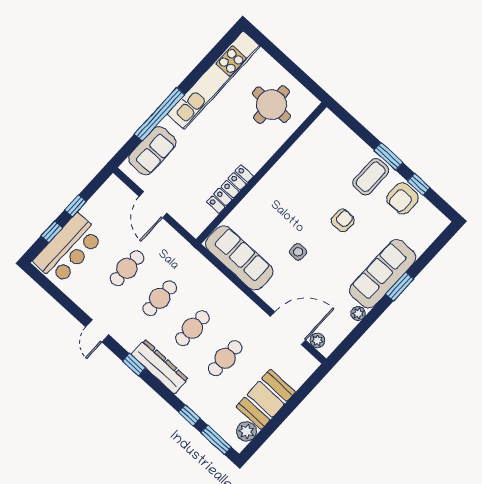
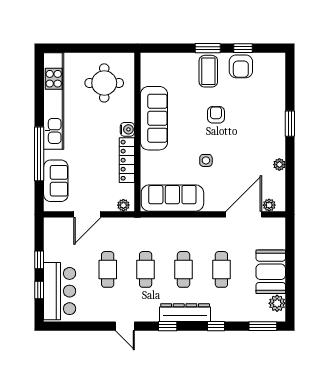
water cooler: (255, 163) -> (127, 129), added
door: (153, 205) -> (87, 214), hinge flipped
plant: (191, 225) -> (123, 205), added
sofa: (383, 274) -> (154, 118), moved, turned 180
window: (189, 415) -> (216, 326), moved

